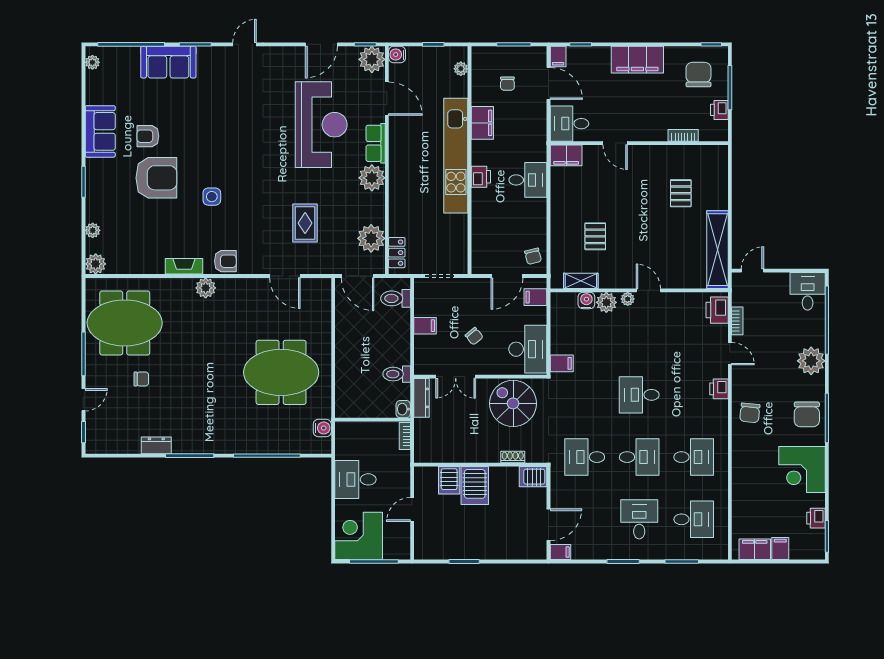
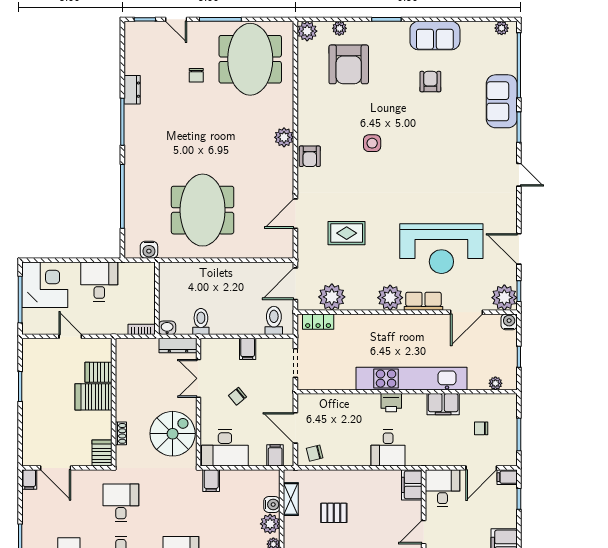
armchair: (156, 178) -> (349, 64), moved
fireplace: (184, 266) -> (305, 116), removed

